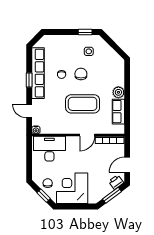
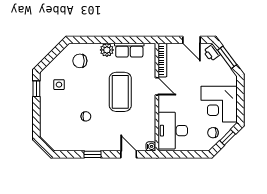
row of seats: (38, 73) -> (84, 144), removed
chair: (81, 74) -> (80, 61), moved
door: (29, 111) -> (129, 154), swing flipped

